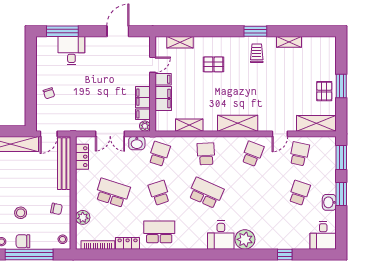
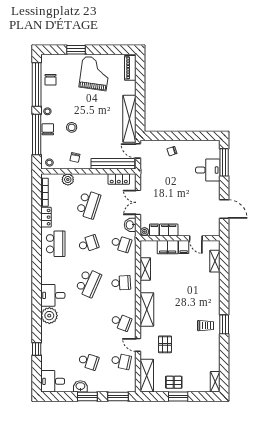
shelving: (289, 42) -> (215, 382), moved
pallet: (213, 64) -> (165, 344), moved

